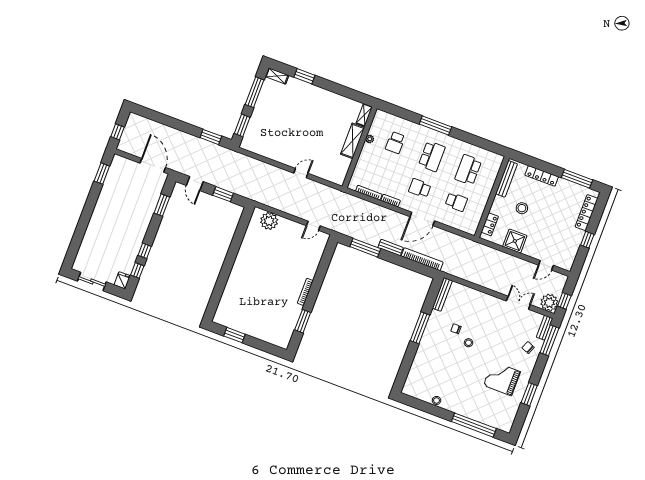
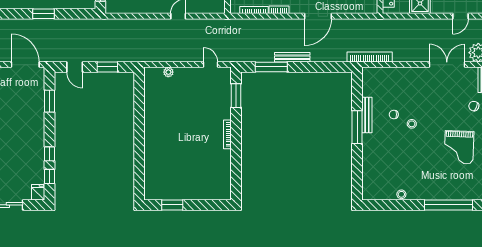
window: (211, 137) -> (43, 14), moved
plant: (269, 221) -> (168, 72), width x0.53, depth x0.53
door: (313, 226) -> (210, 65), swing flipped
bench: (391, 248) -> (292, 57), width x1.36
bookcase: (422, 259) -> (370, 57), moved
bench: (442, 294) -> (367, 115), moved
double door: (518, 303) -> (447, 65), width x1.37
window: (303, 321) -> (236, 96), moved
grand piano: (502, 378) -> (459, 147), turned -88

